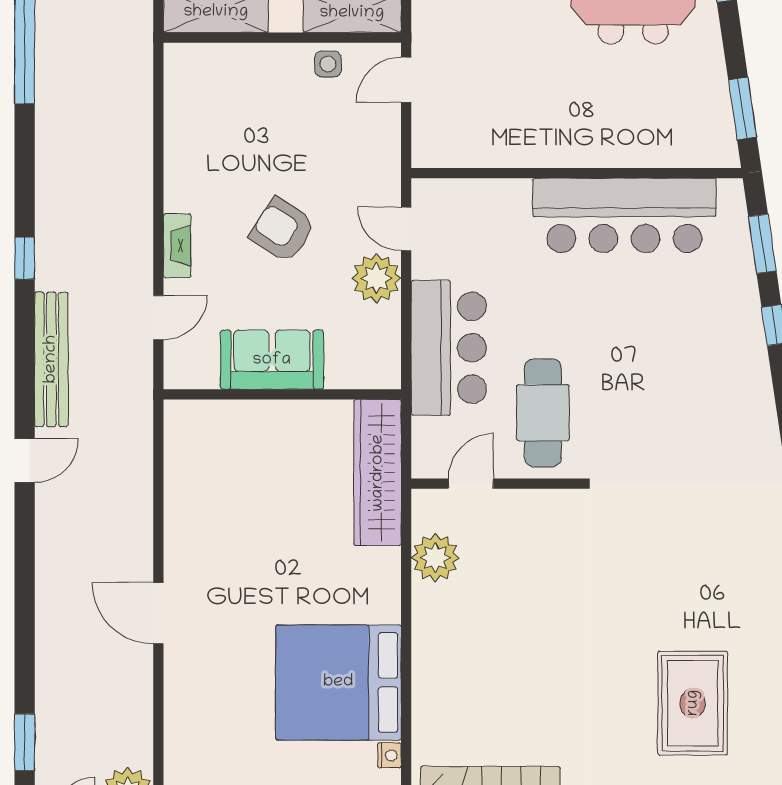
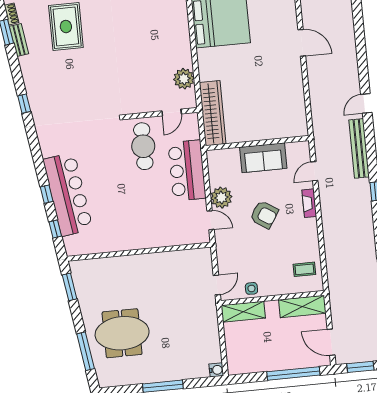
coffee table: (203, 96) -> (304, 269), added
bar counter: (624, 215) -> (68, 194), moved, turned 82
window: (762, 244) -> (55, 229), width x0.67

